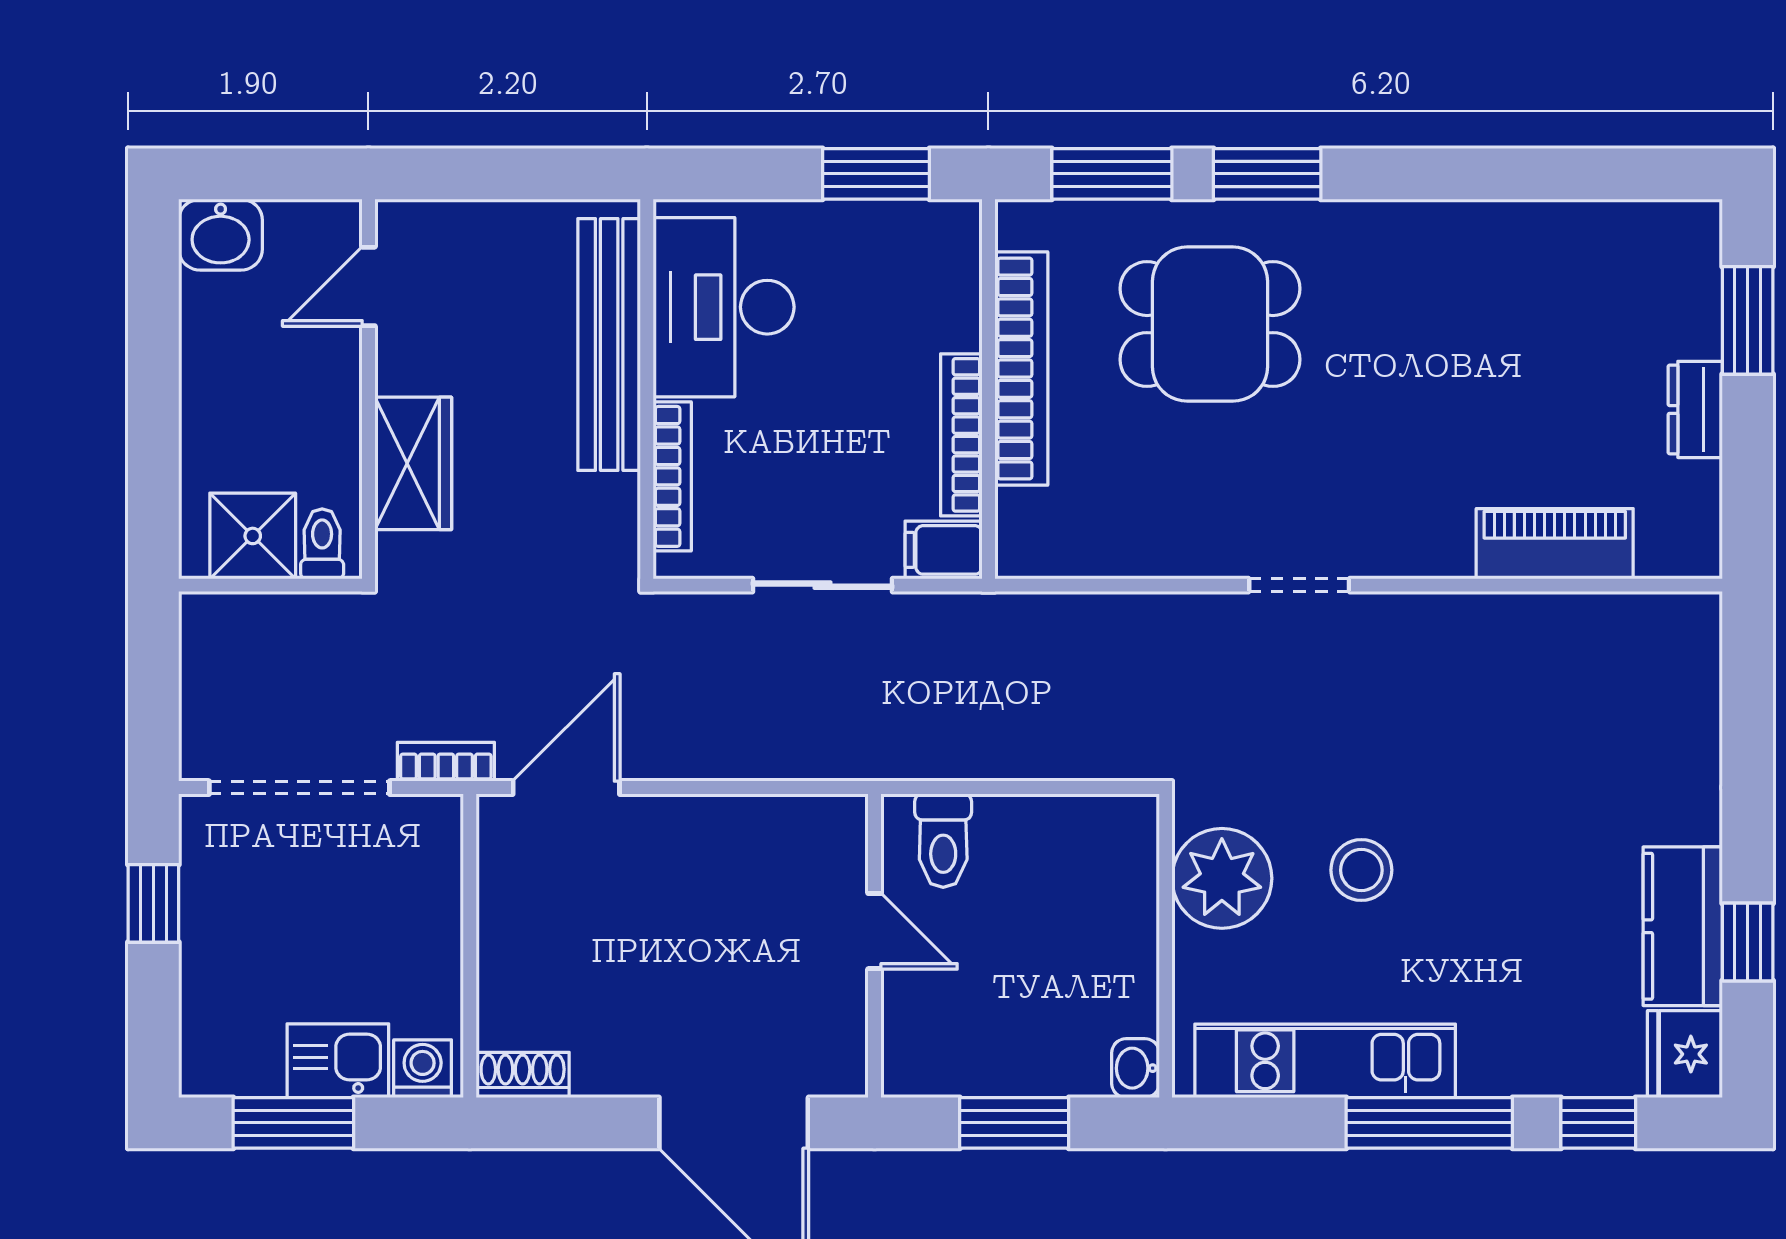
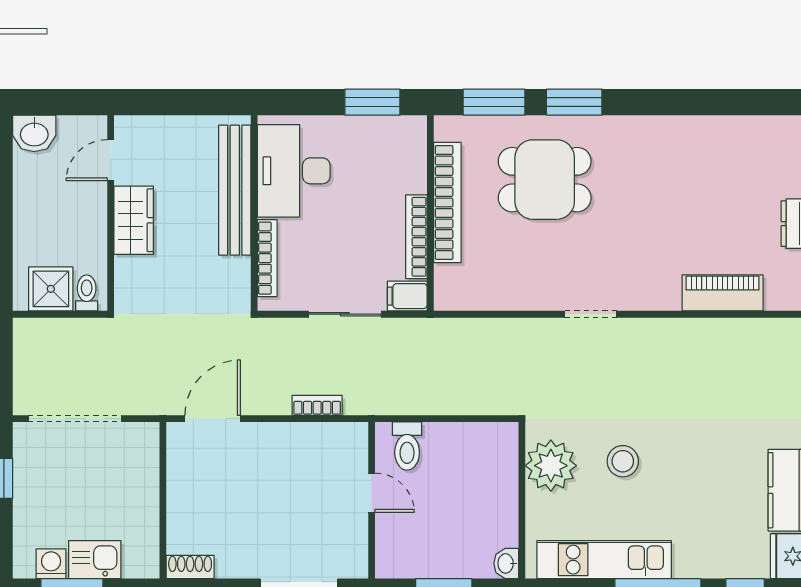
wardrobe: (413, 463) -> (134, 220), moved
bookcase: (446, 762) -> (317, 405), moved
washing machine: (423, 1069) -> (51, 564), moved

